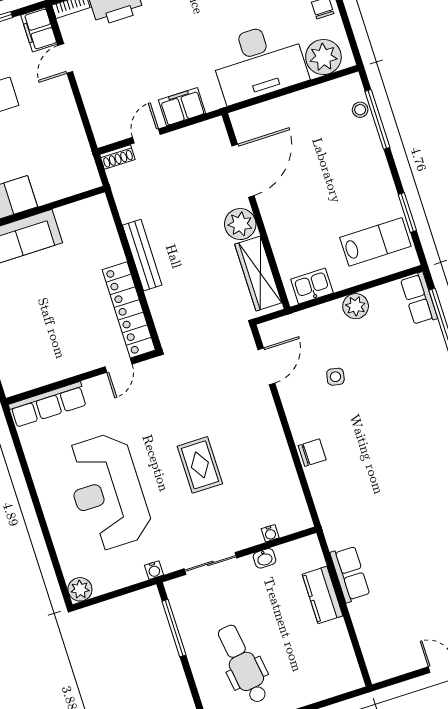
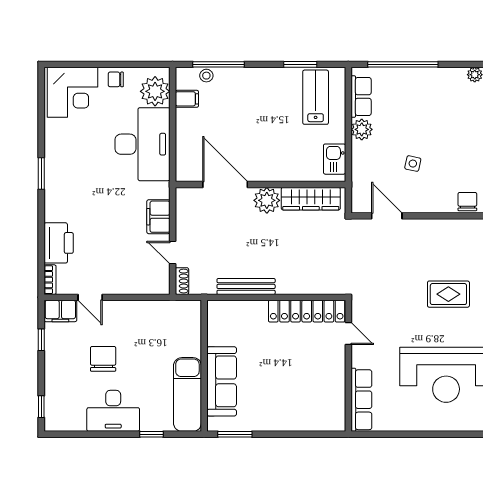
filing cabinet: (327, 96) -> (187, 99), added
bench: (142, 255) -> (246, 286), moved
row of seats: (419, 299) -> (361, 97), moved, turned -90

